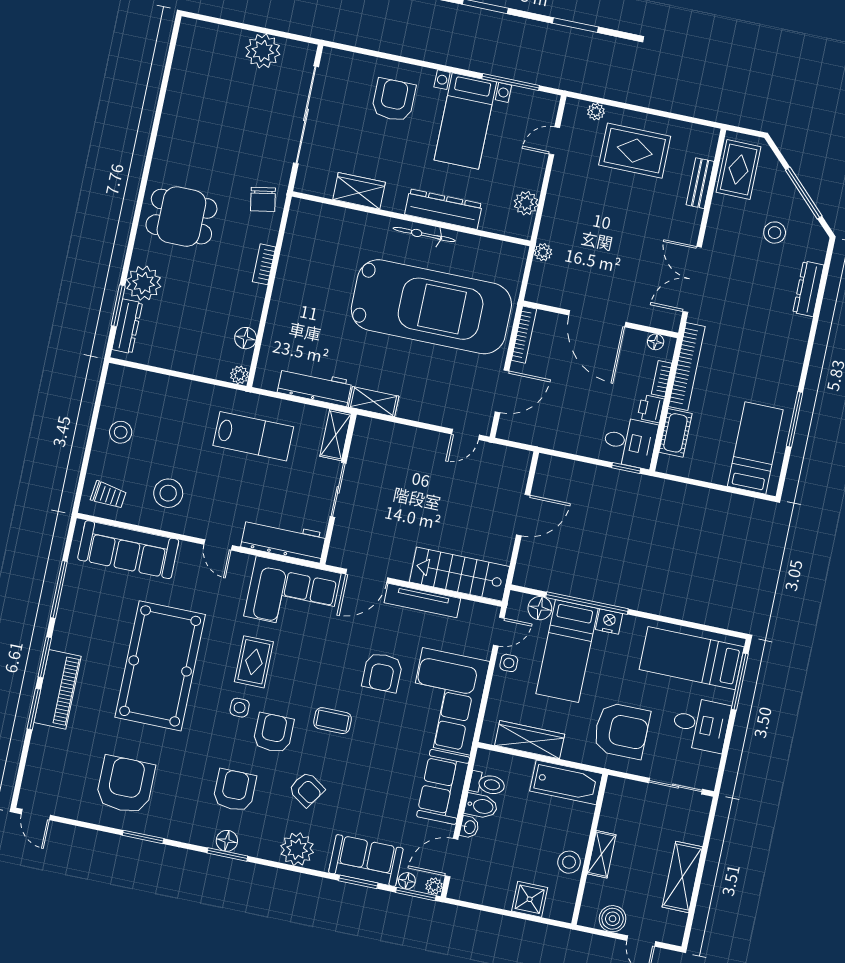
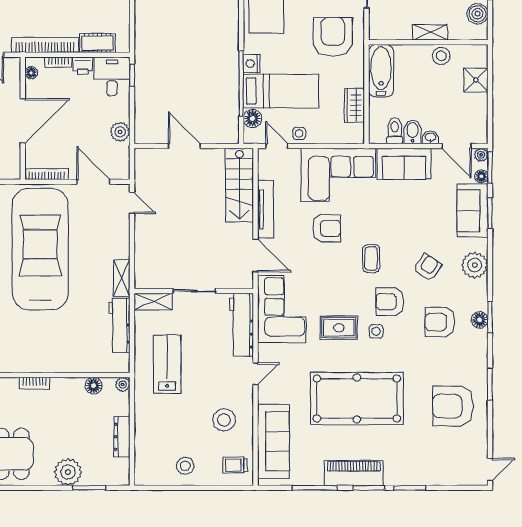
dresser: (127, 326) -> (122, 437), moved, turned -90
plant: (558, 438) -> (120, 132), added
trolley: (108, 495) -> (235, 465), turned -97
piano: (57, 689) -> (354, 473), moved
wardrobe: (530, 740) -> (354, 105), width x0.67

